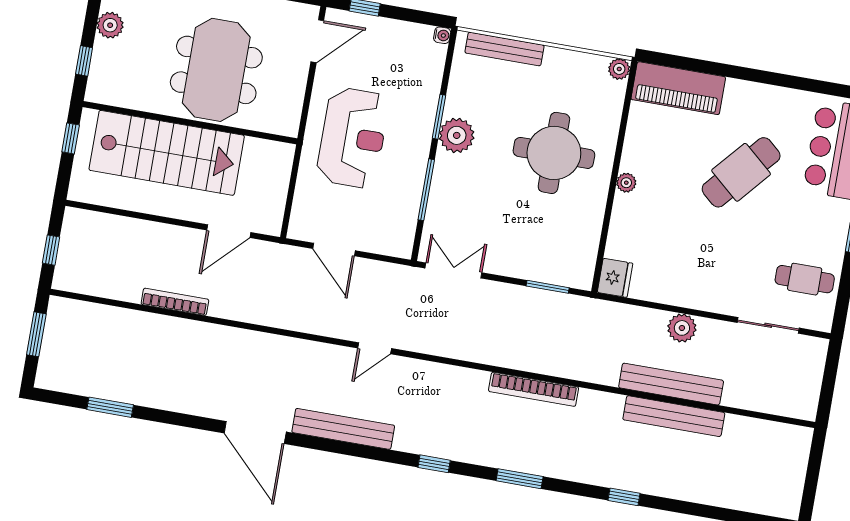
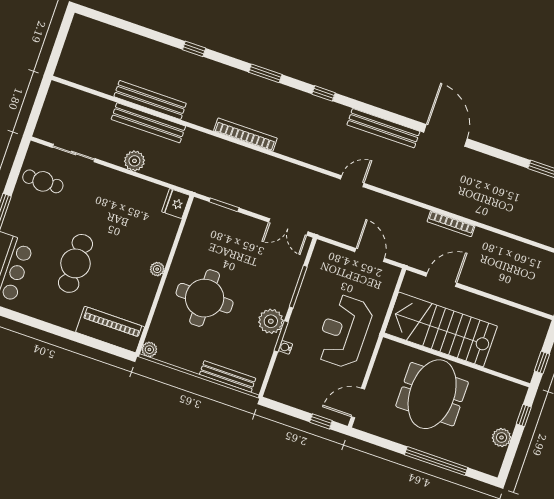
water cooler: (442, 35) -> (286, 347), moved
stairs: (167, 153) -> (441, 329), moved
cafe table: (741, 172) -> (75, 263), turned -41
bookcase: (175, 302) -> (451, 224), moved

